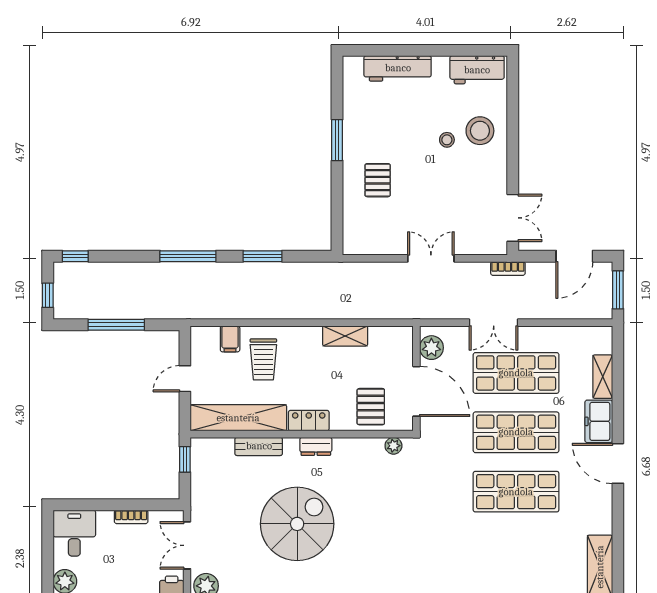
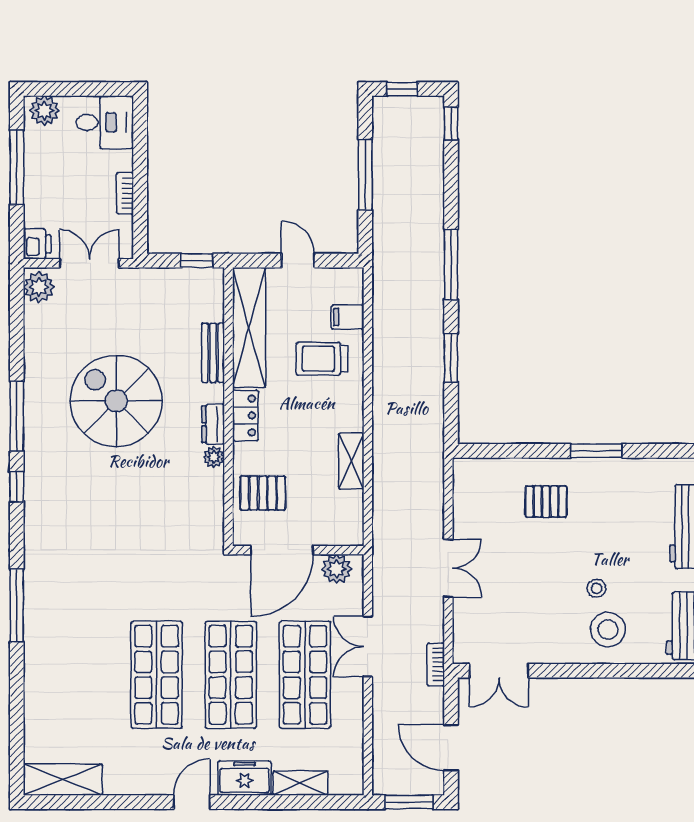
plant: (393, 446) -> (214, 457), moved
door: (618, 463) -> (192, 802), width x0.73
spiral stairs: (297, 524) -> (116, 401), turned 180

